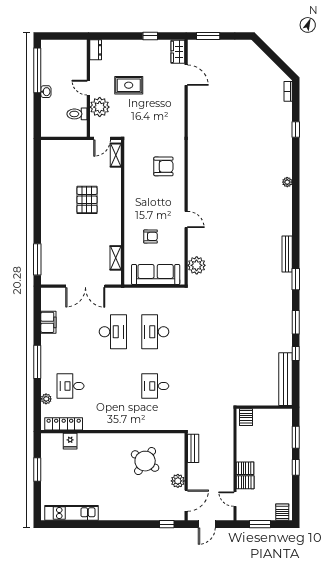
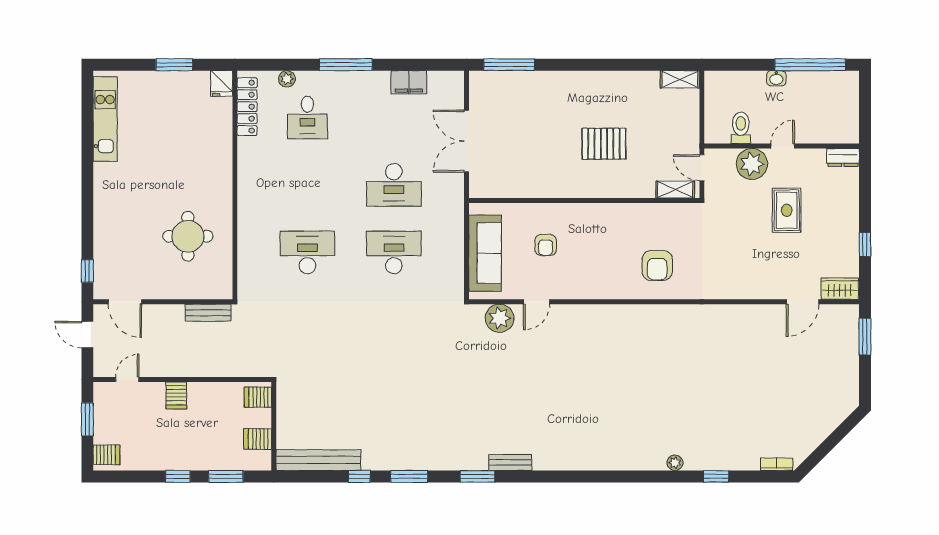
plant: (287, 182) -> (675, 463), moved
door: (186, 219) -> (537, 302), moved
bench: (287, 254) -> (510, 463), width x0.73
shelving: (116, 258) -> (680, 79), moved
desk: (70, 386) -> (307, 117), turned 180
desk: (155, 386) -> (307, 252), width x1.37
fridge: (70, 441) -> (222, 83), moved, turned -90
round table: (145, 461) -> (188, 236), turned -34
plant: (178, 481) -> (156, 288), removed
server rack: (245, 482) -> (258, 439), moved, turned 90

